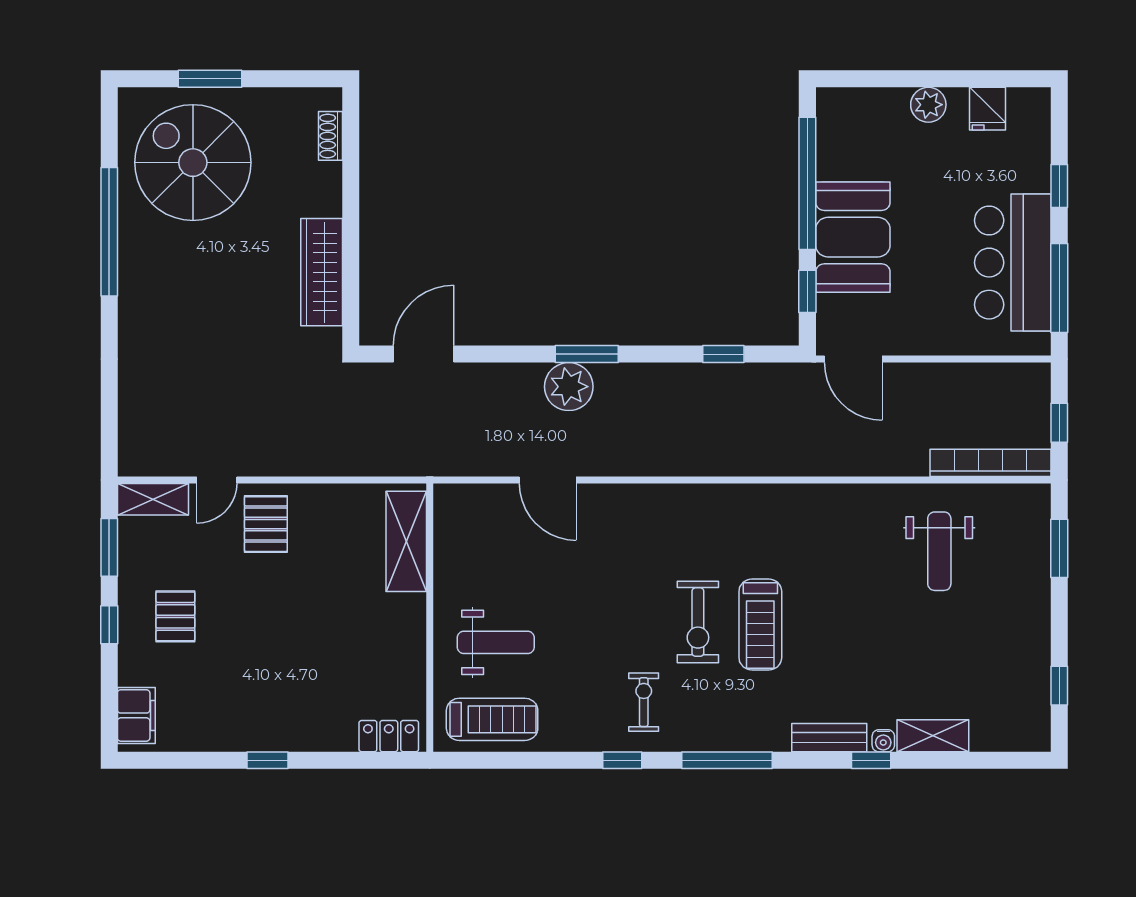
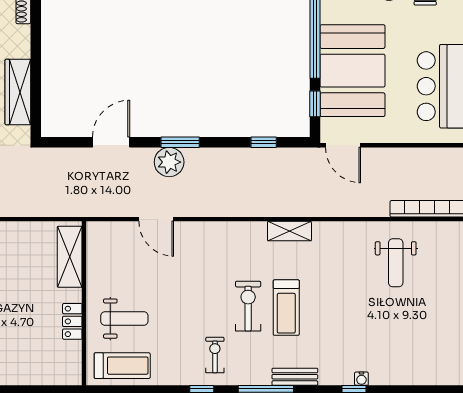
booth: (853, 237) -> (352, 71), width x1.36, depth x1.42
door: (424, 354) -> (111, 142), moved
exercise bike: (698, 622) -> (248, 306), turned 180
locker: (389, 736) -> (72, 321), moved, turned -90
shelving: (933, 736) -> (289, 231), moved
bench: (829, 738) -> (295, 377), moved

